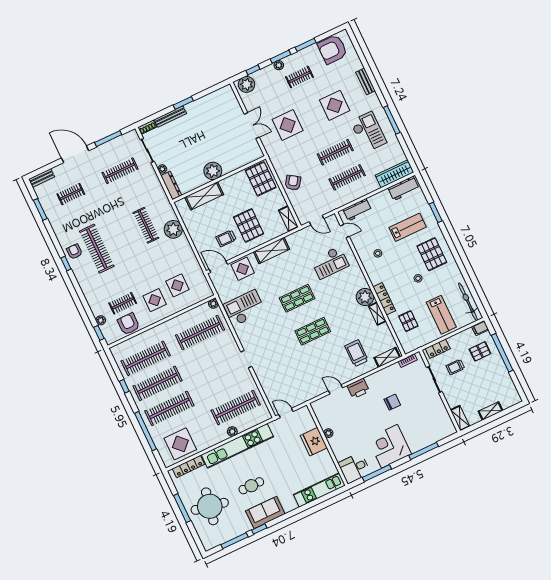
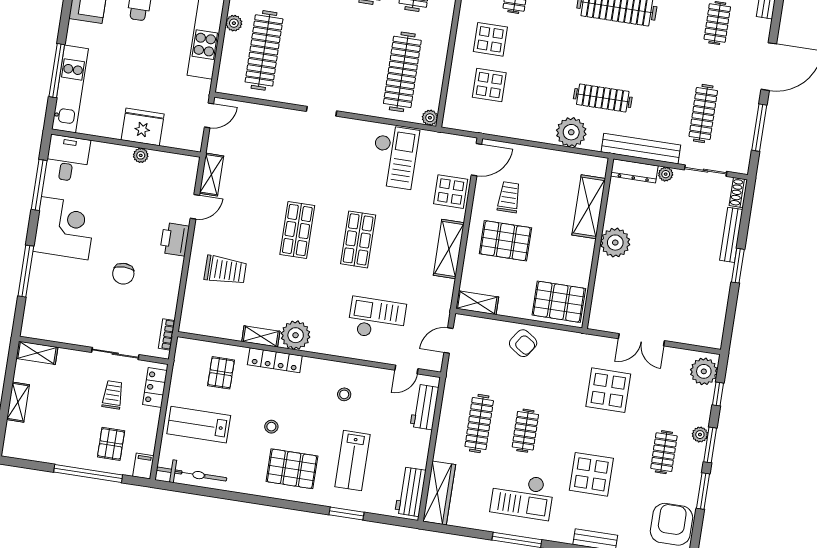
clothes rail: (335, 152) -> (525, 431), width x0.73
bench: (158, 190) -> (641, 149), added
checkout: (330, 263) -> (377, 319), turned 90
pallet: (408, 321) -> (221, 373), turned 90
shelving: (387, 357) -> (211, 175), moved
window: (315, 503) -> (57, 71), added

